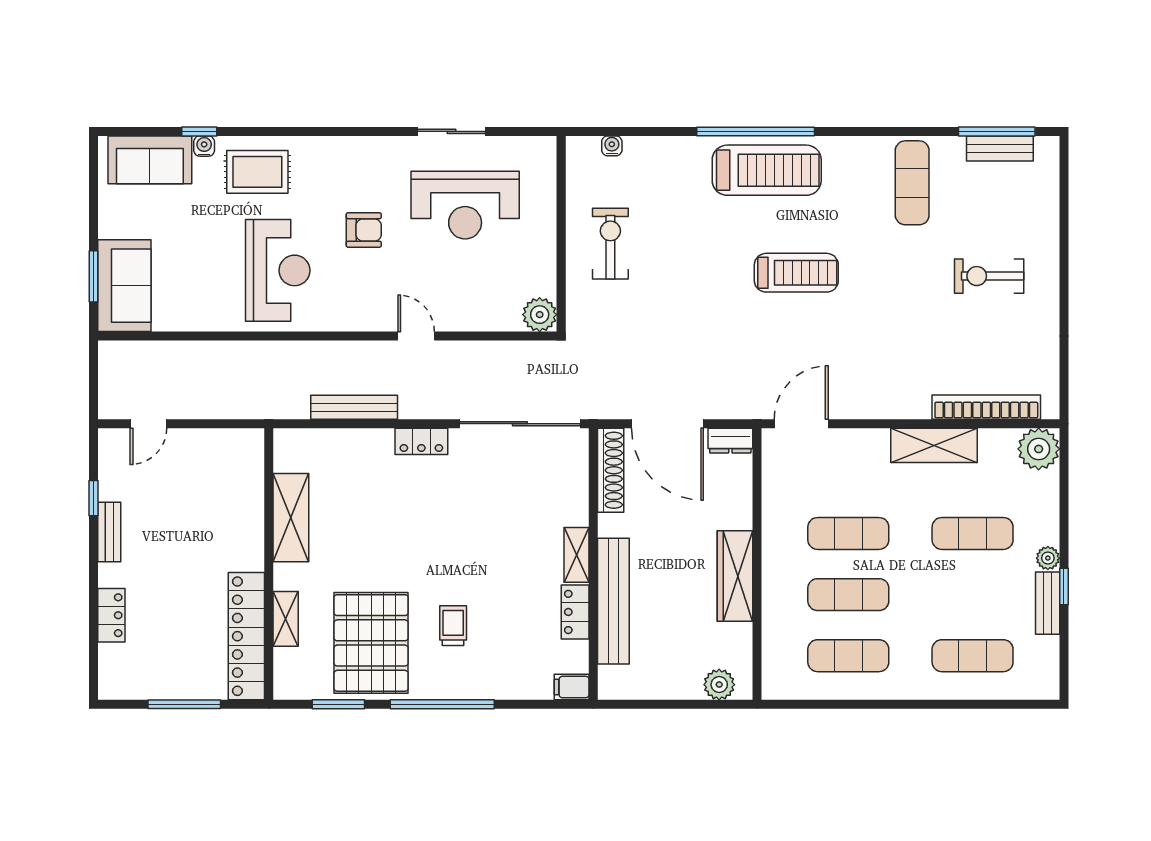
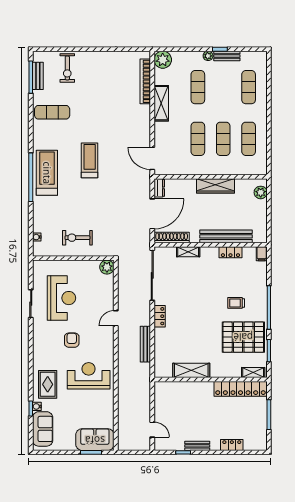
exercise bike: (989, 276) -> (67, 68), moved
shelving: (576, 555) -> (188, 252), moved
shelving: (286, 619) -> (253, 373), moved

